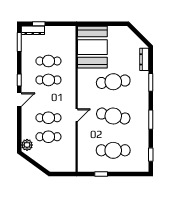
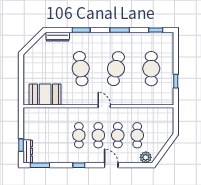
booth: (92, 47) -> (45, 95), width x0.73, depth x0.70
cafe table: (48, 61) -> (98, 135), moved
door: (19, 100) -> (111, 165), moved
door: (77, 115) -> (104, 106), moved

